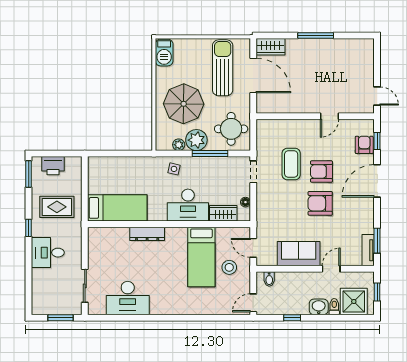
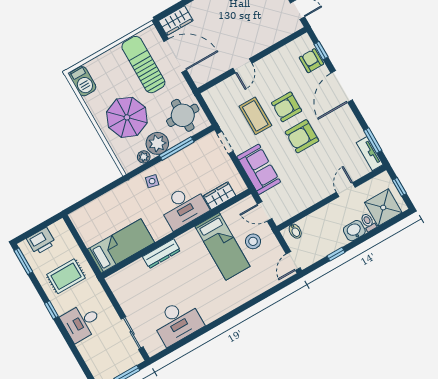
door: (330, 116) -> (242, 66), moved
floor lamp: (245, 202) -> (234, 174), removed
sofa: (299, 254) -> (259, 169), moved, turned 90

